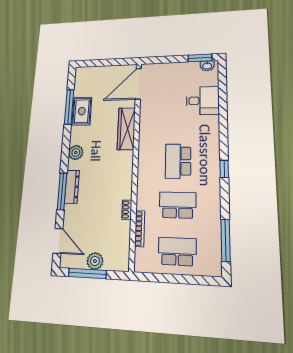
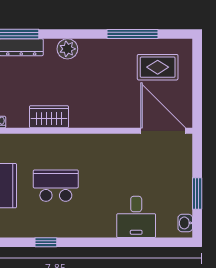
window: (200, 58) -> (197, 194), moved
rug: (82, 111) -> (158, 67), moved
wardrobe: (126, 129) -> (49, 117), moved, width x0.67

